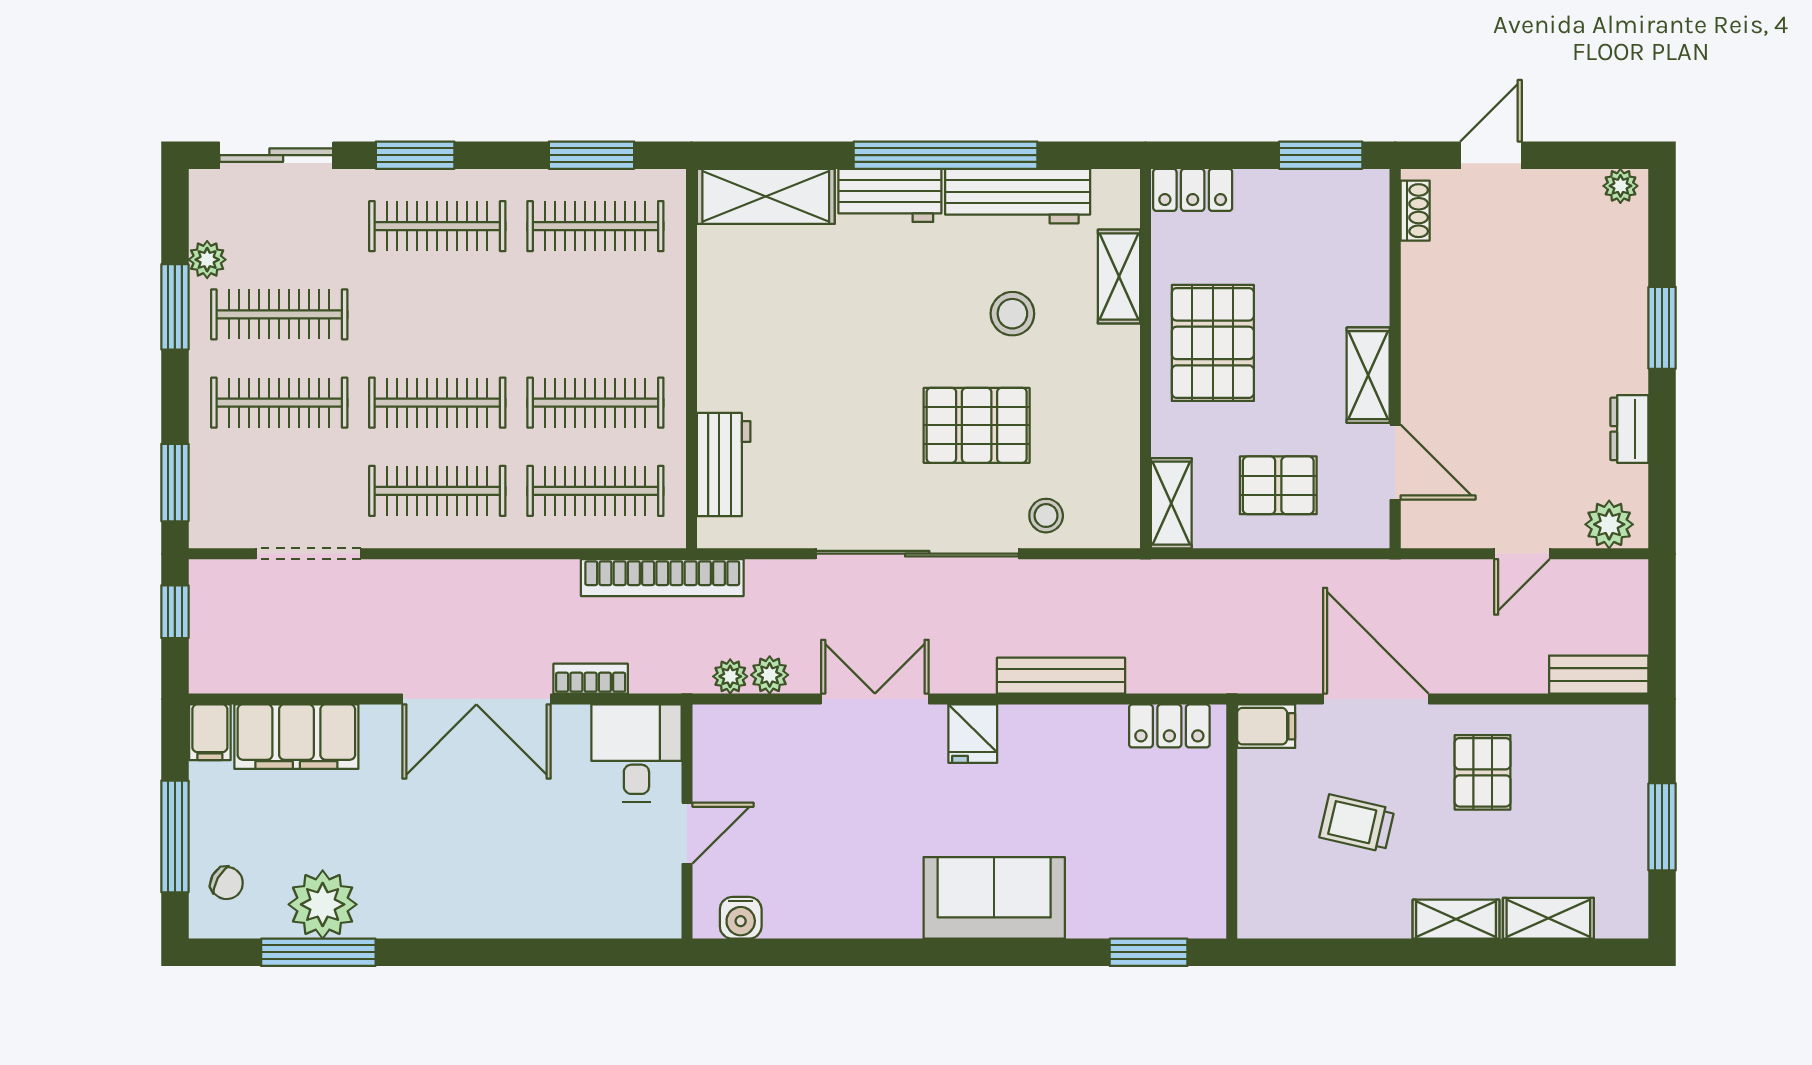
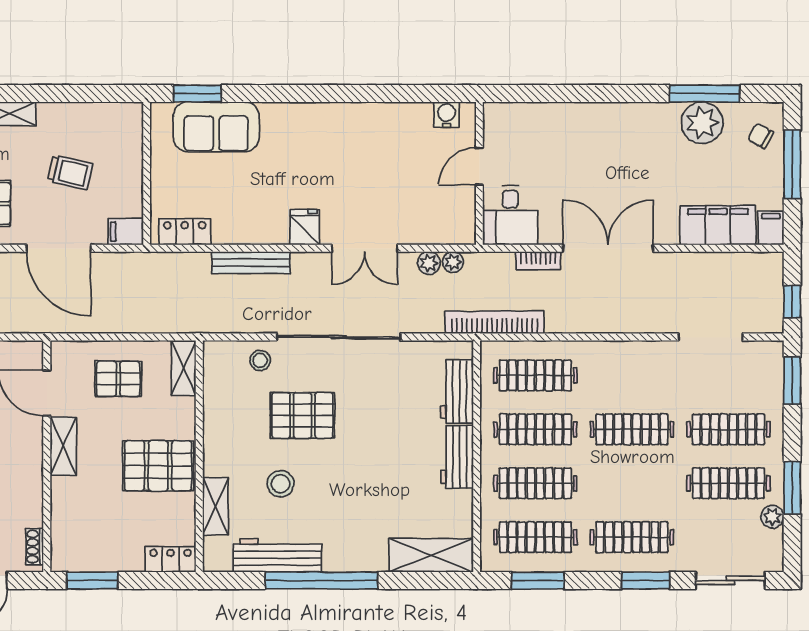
workbench: (890, 195) -> (457, 457), moved, turned -90
pallet: (1213, 343) -> (158, 466), turned 90
clothes rail: (437, 491) -> (535, 483), moved
sofa: (994, 898) -> (216, 127), moved

